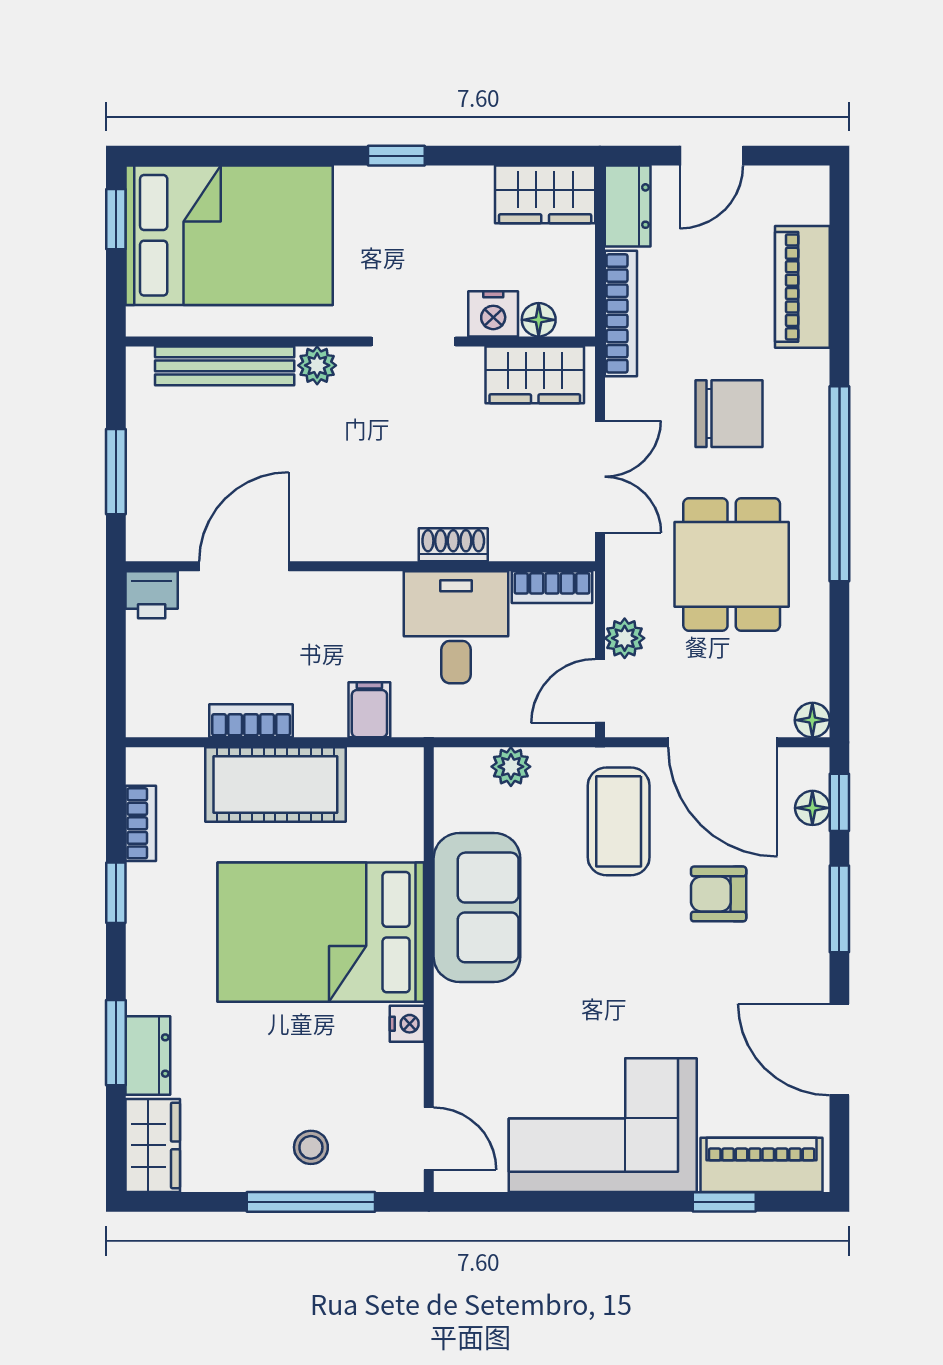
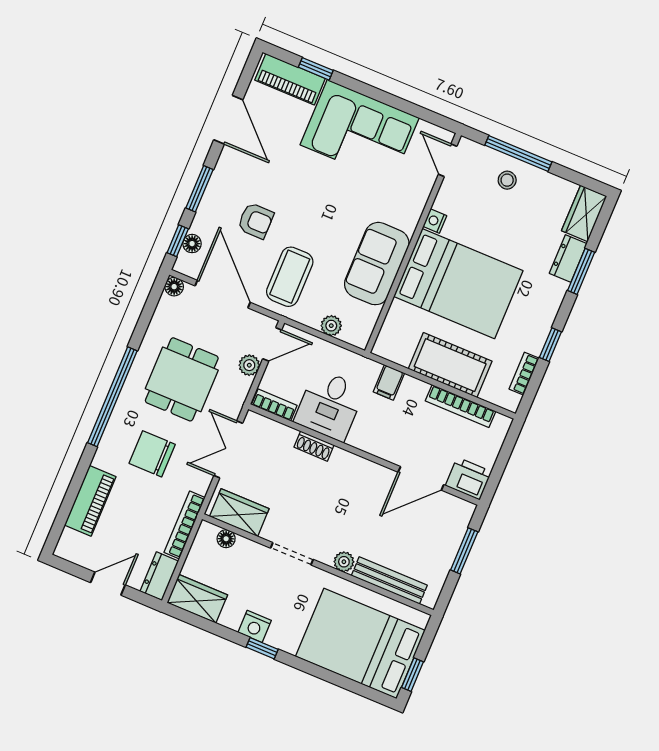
nightstand: (493, 314) -> (255, 626), moved, turned 180
printer: (152, 595) -> (468, 479), width x1.36, depth x1.24
bookcase: (251, 721) -> (461, 406), width x1.56

